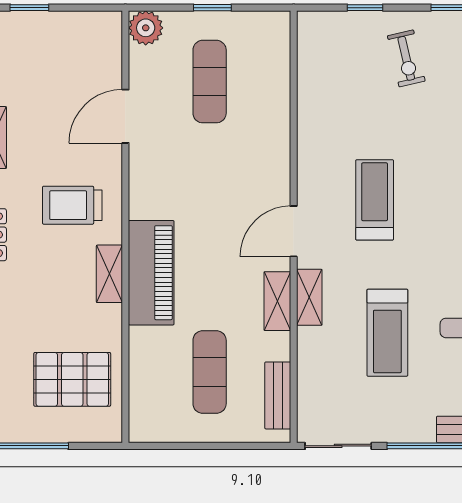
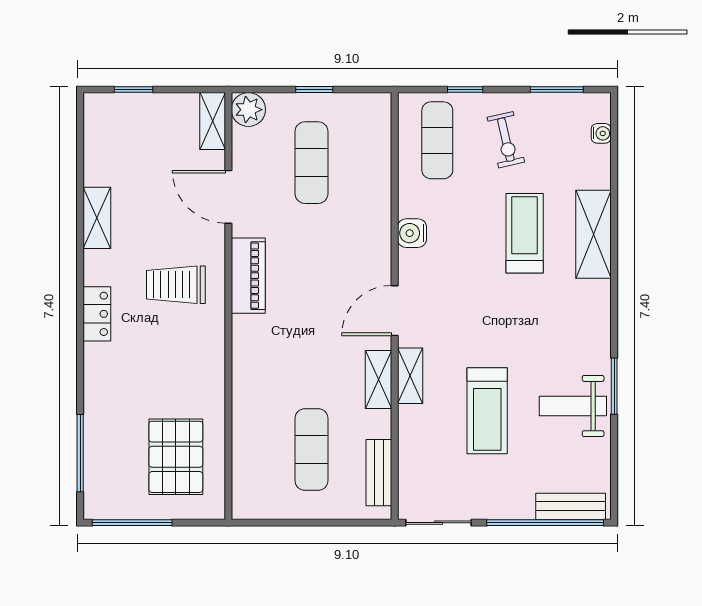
exercise mat: (337, 59) -> (437, 140), added
door: (125, 116) -> (228, 197), hinge flipped
water cooler: (311, 153) -> (412, 233), added
treadmill: (375, 200) -> (525, 233), moved
piano: (151, 273) -> (248, 276), moved, width x0.73, depth x0.75
shelving: (109, 274) -> (213, 121), moved
pallet: (72, 379) -> (176, 457), turned 90

